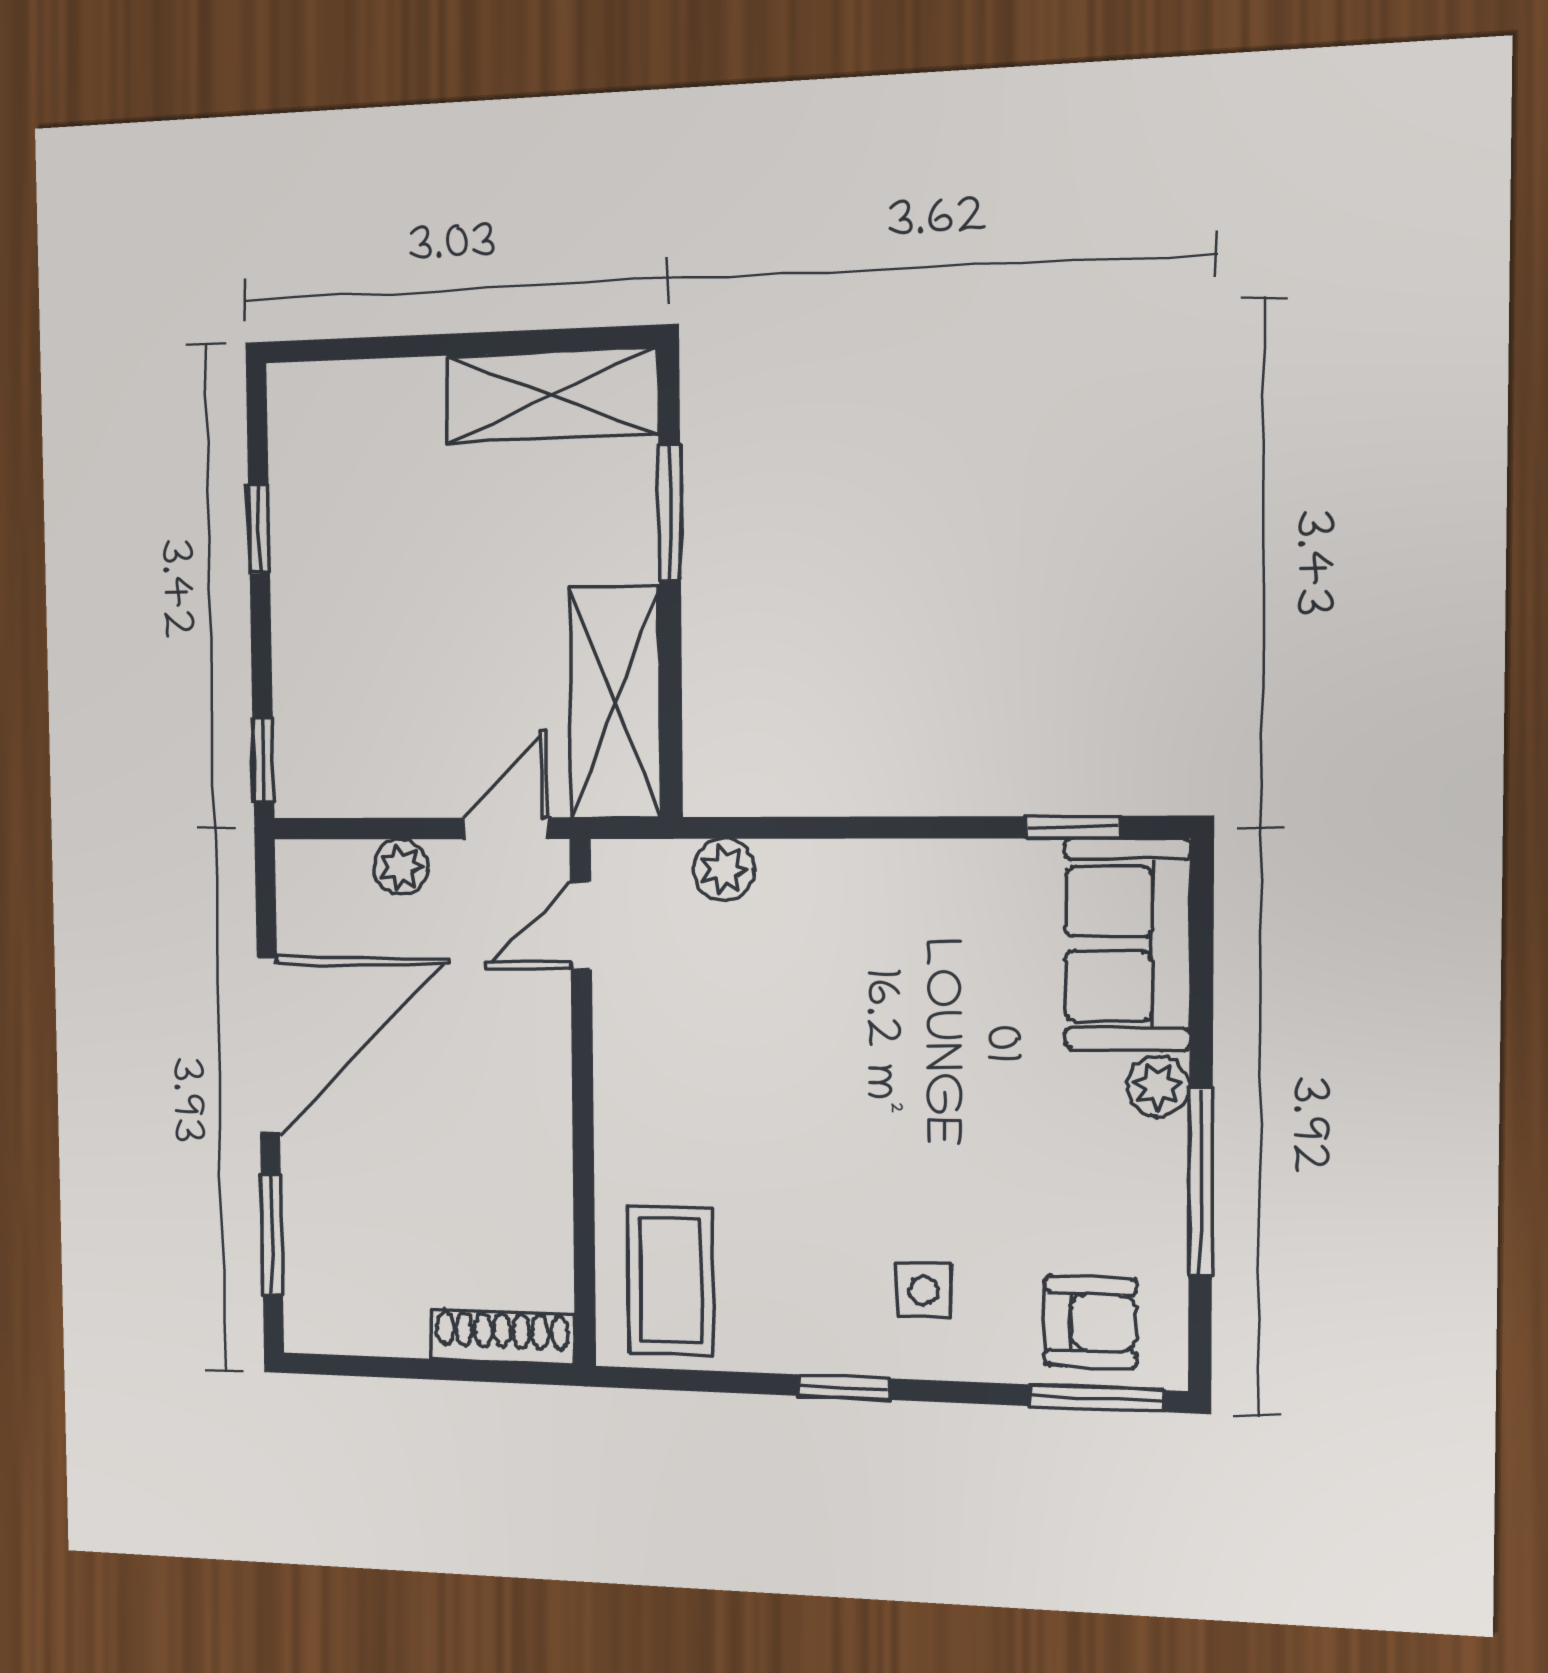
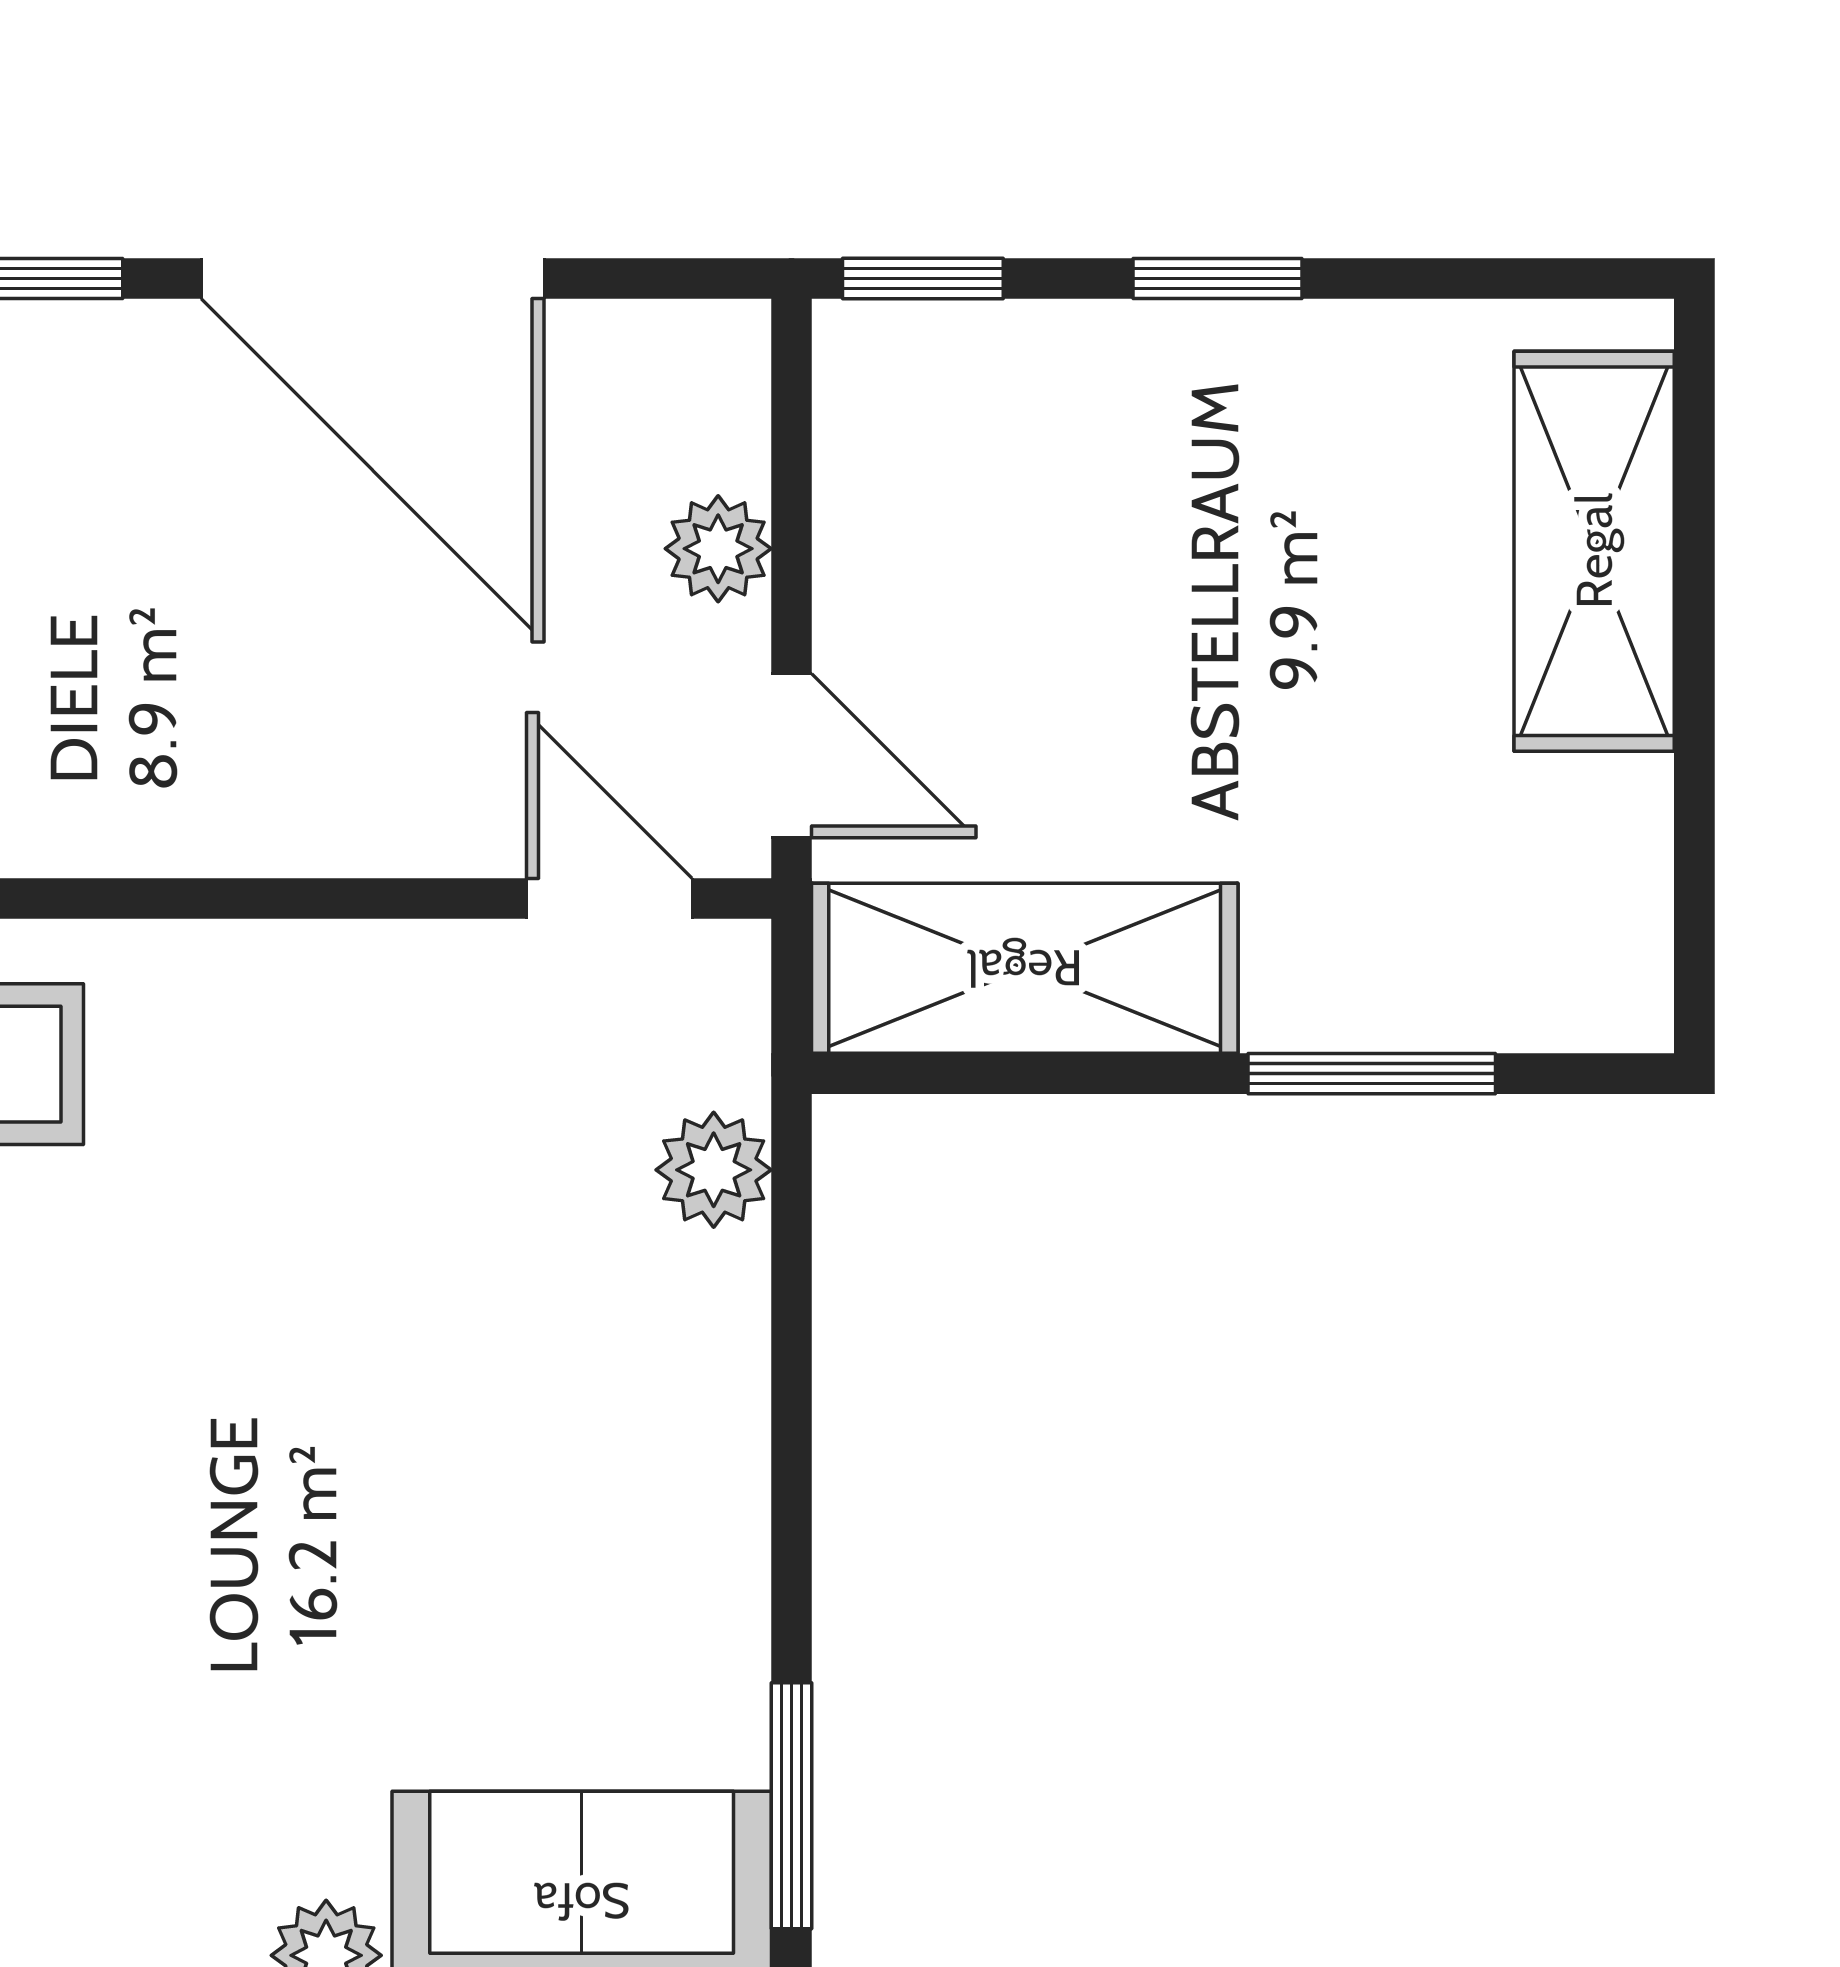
shelving: (552, 395) -> (1594, 551), moved
window: (259, 529) -> (1217, 279), moved
window: (1074, 827) -> (791, 1806), width x1.50

